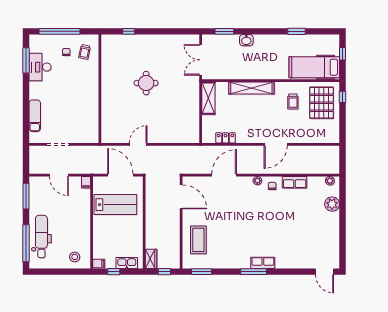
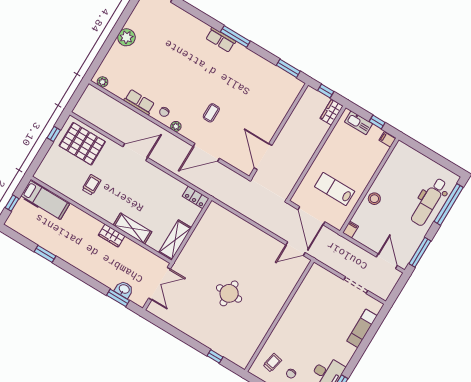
washbasin: (246, 40) -> (124, 289), moved
hospital bed: (314, 67) -> (45, 200), width x0.73, depth x0.78
wardrobe: (256, 74) -> (112, 236), added
shelving: (251, 88) -> (133, 228), width x0.68
window: (342, 97) -> (54, 134), moved
pallet: (322, 103) -> (82, 144), moved, turned 90
locker: (226, 138) -> (196, 197), moved
door: (138, 144) -> (295, 249), moved
door: (59, 175) -> (387, 261), moved
plant: (332, 204) -> (126, 37), moved
lab bench: (115, 205) -> (335, 189), width x0.73, depth x0.72
coffee table: (198, 240) -> (211, 113), moved, width x0.54, depth x0.58
stool: (75, 257) -> (374, 199), moved

